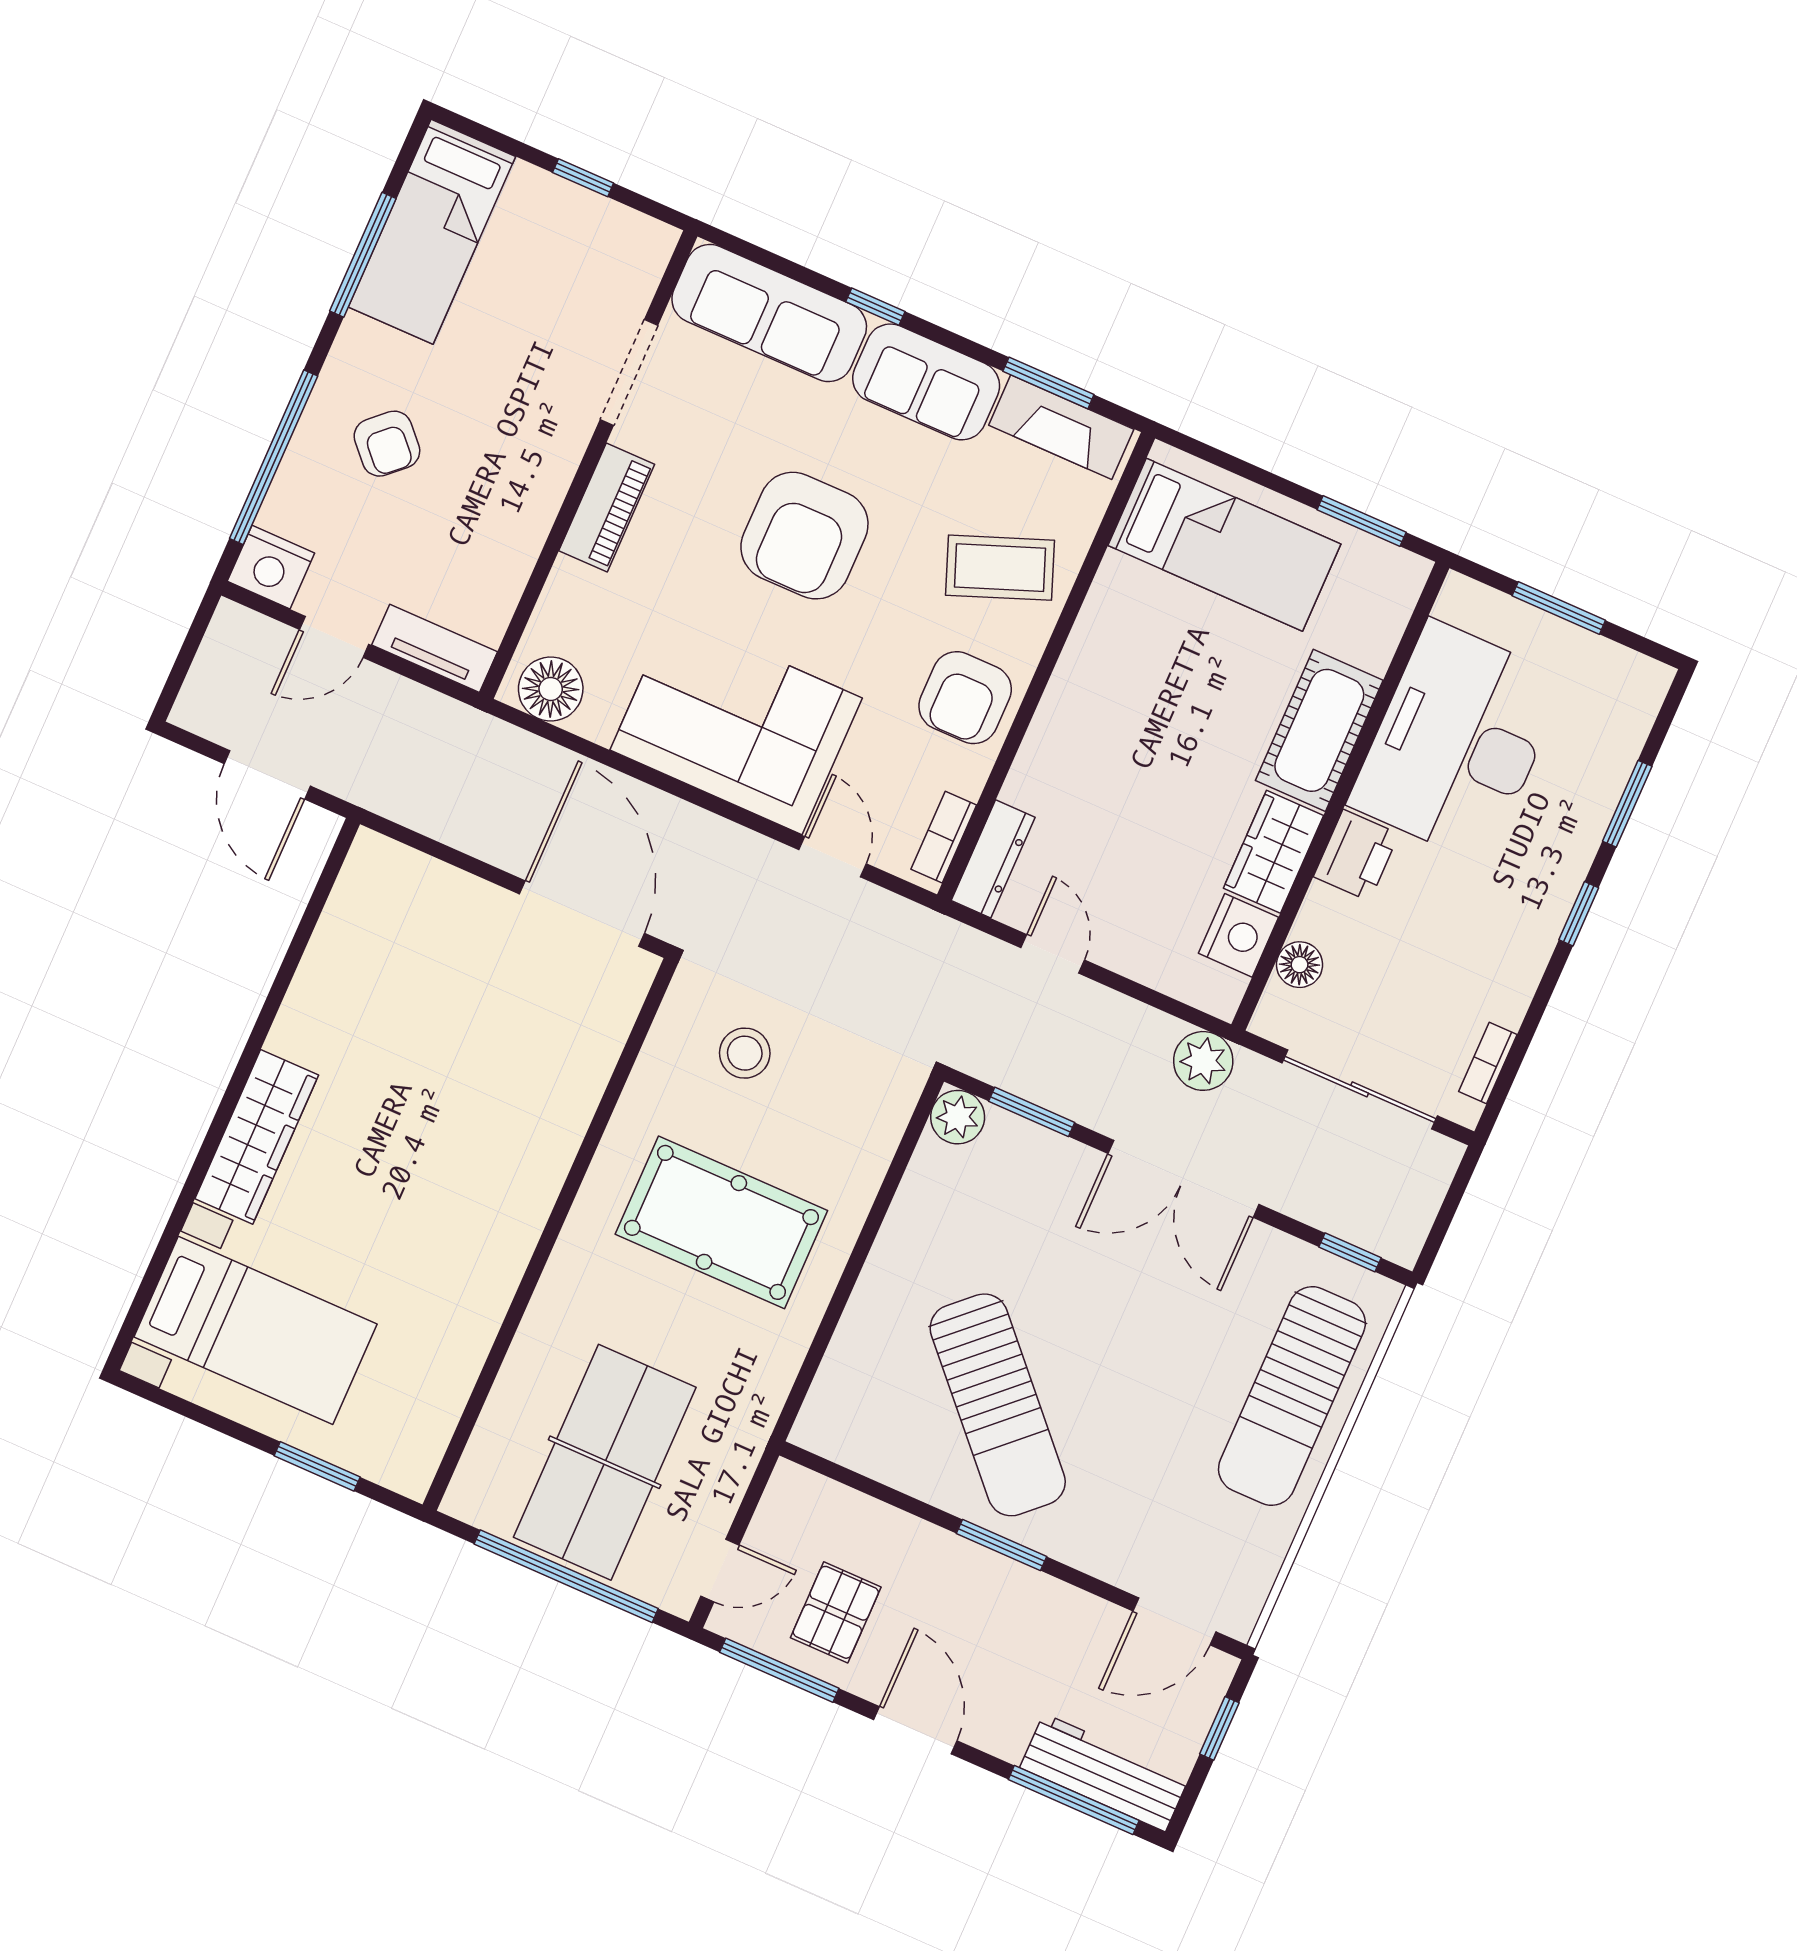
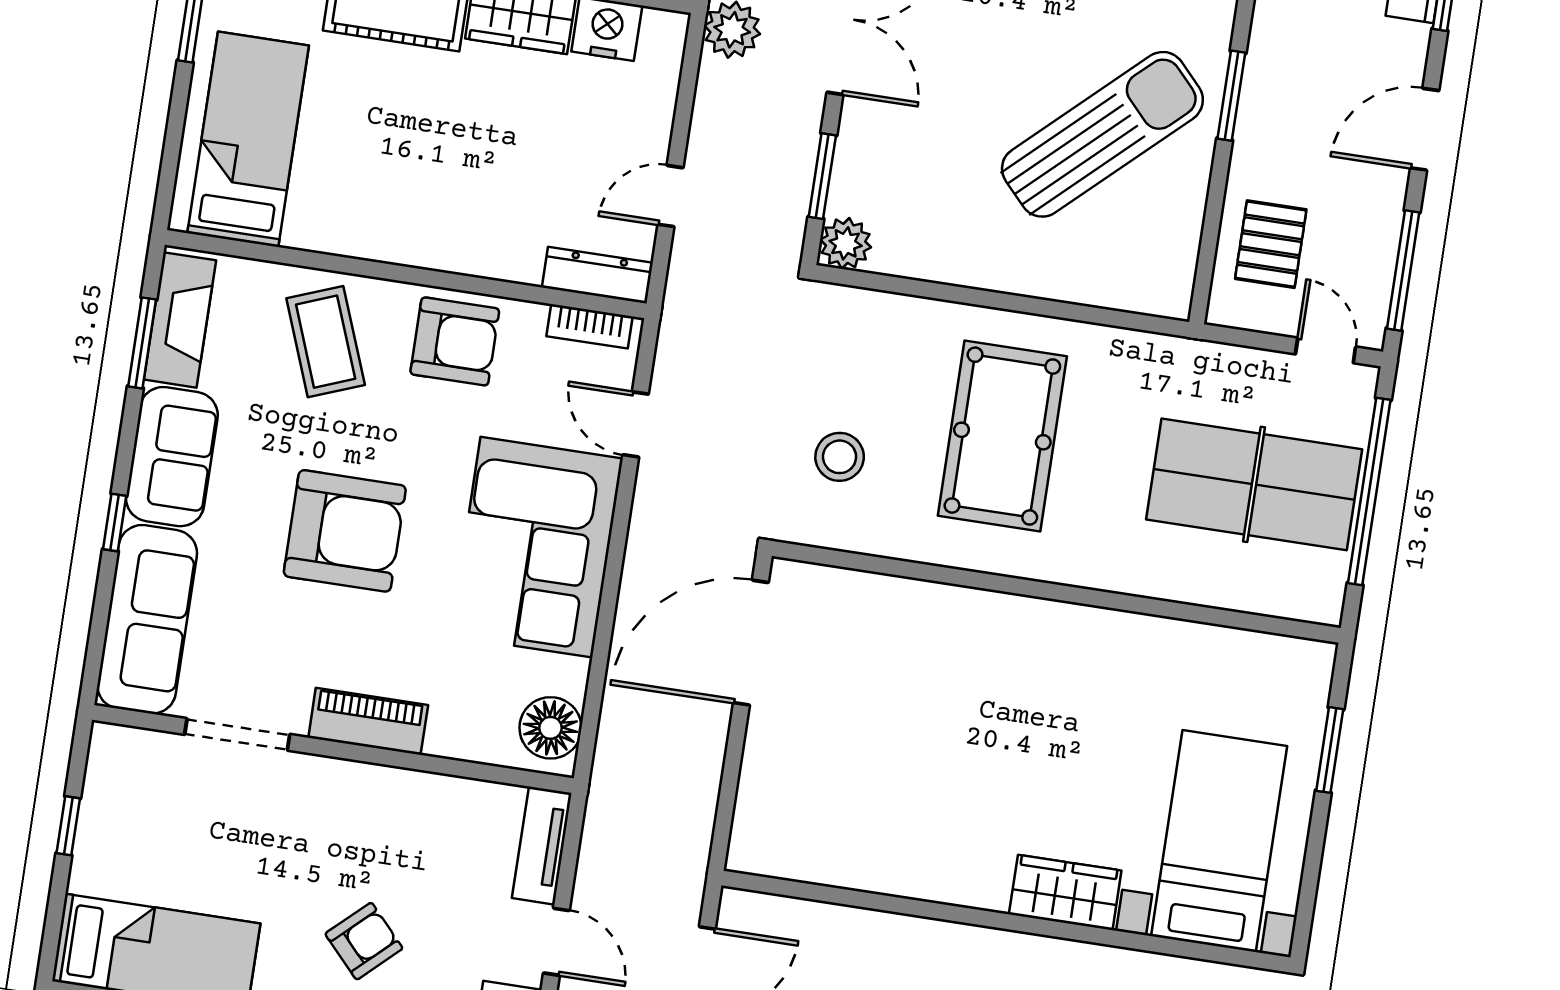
door: (833, 857) -> (636, 424), hinge flipped
wardrobe: (257, 1137) -> (1065, 892), width x0.67
pallet: (836, 1612) -> (1271, 244), moved, turned 90

